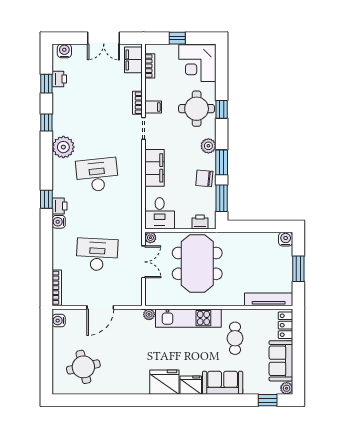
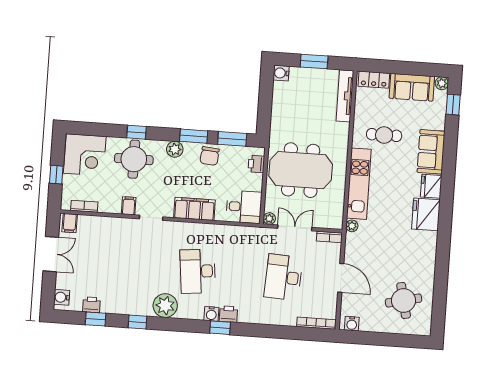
filing cabinet: (133, 60) -> (70, 223), width x0.50
bookcase: (137, 103) -> (329, 237), moved
water cooler: (59, 222) -> (211, 314), moved

